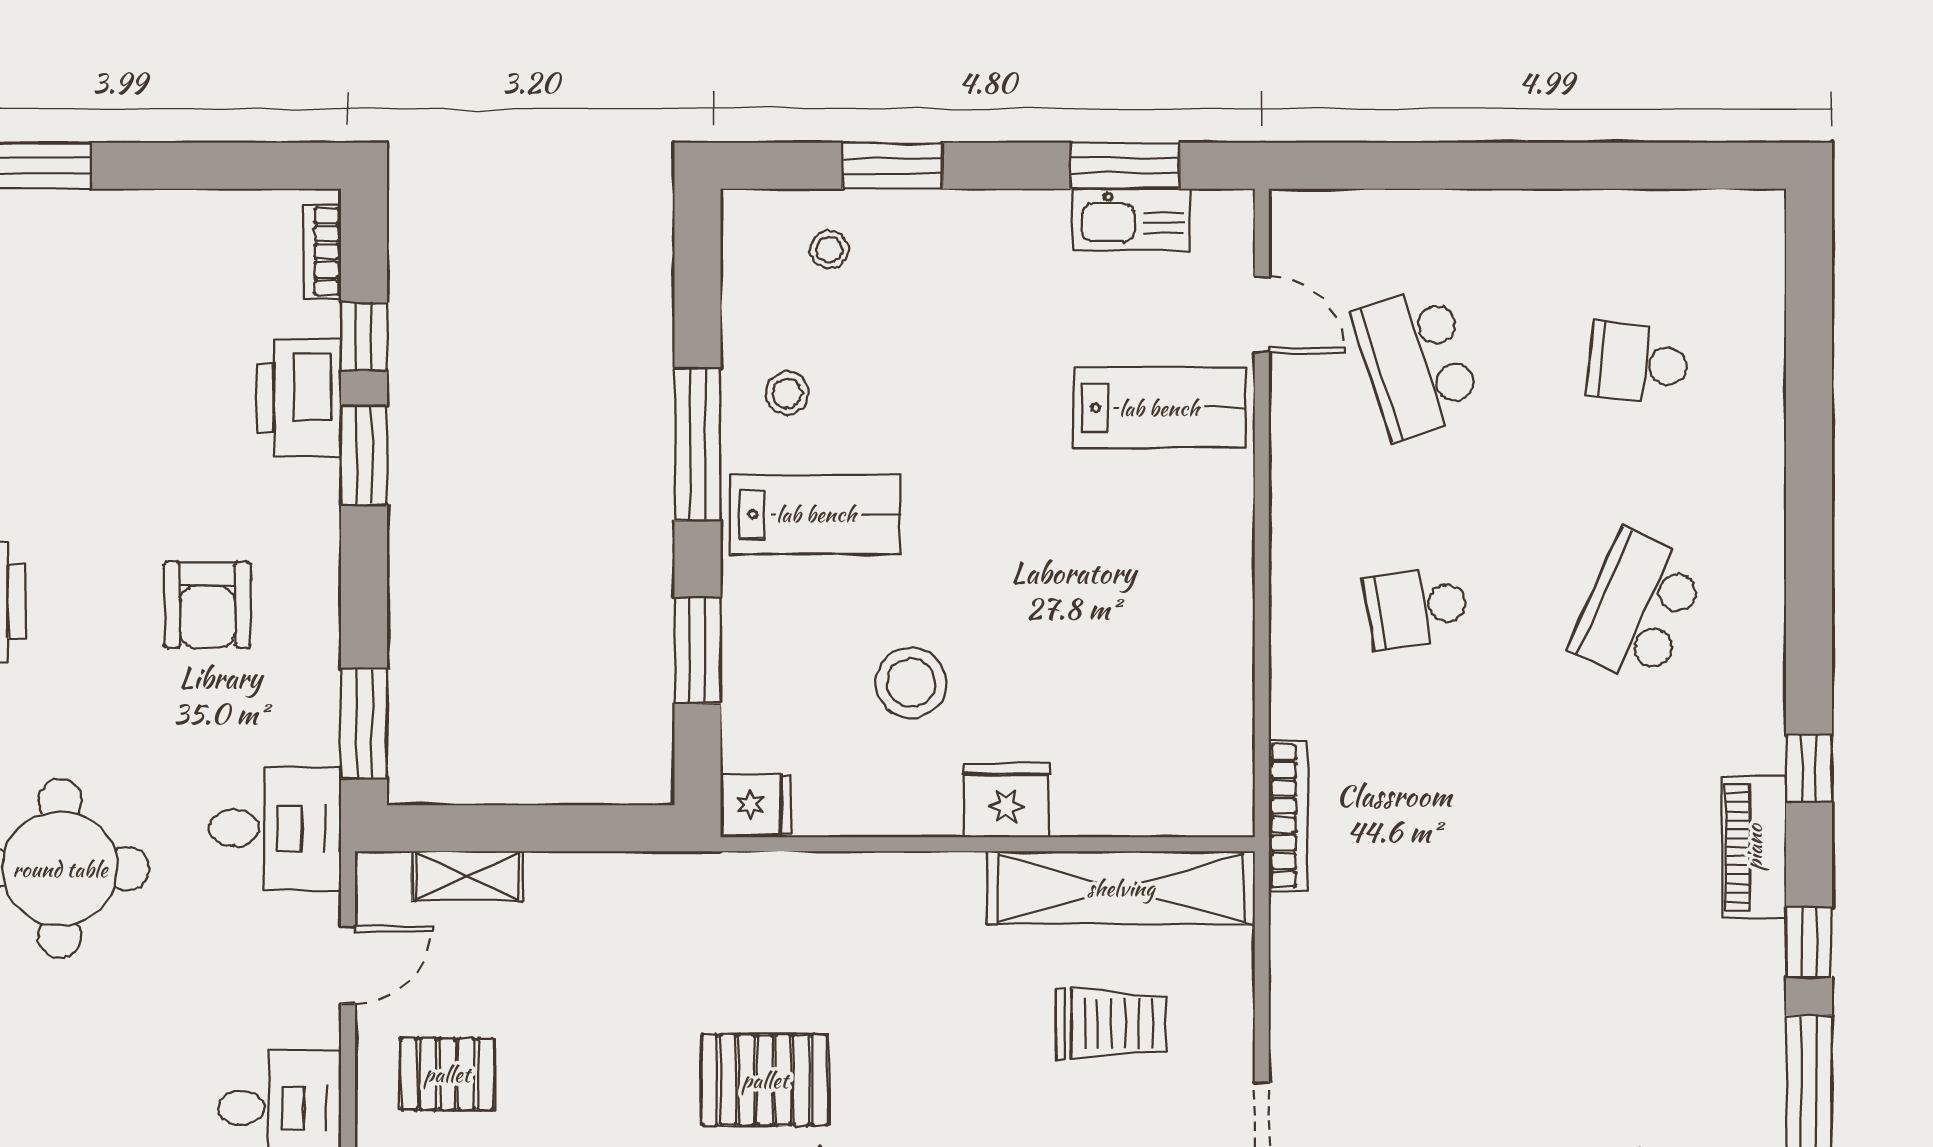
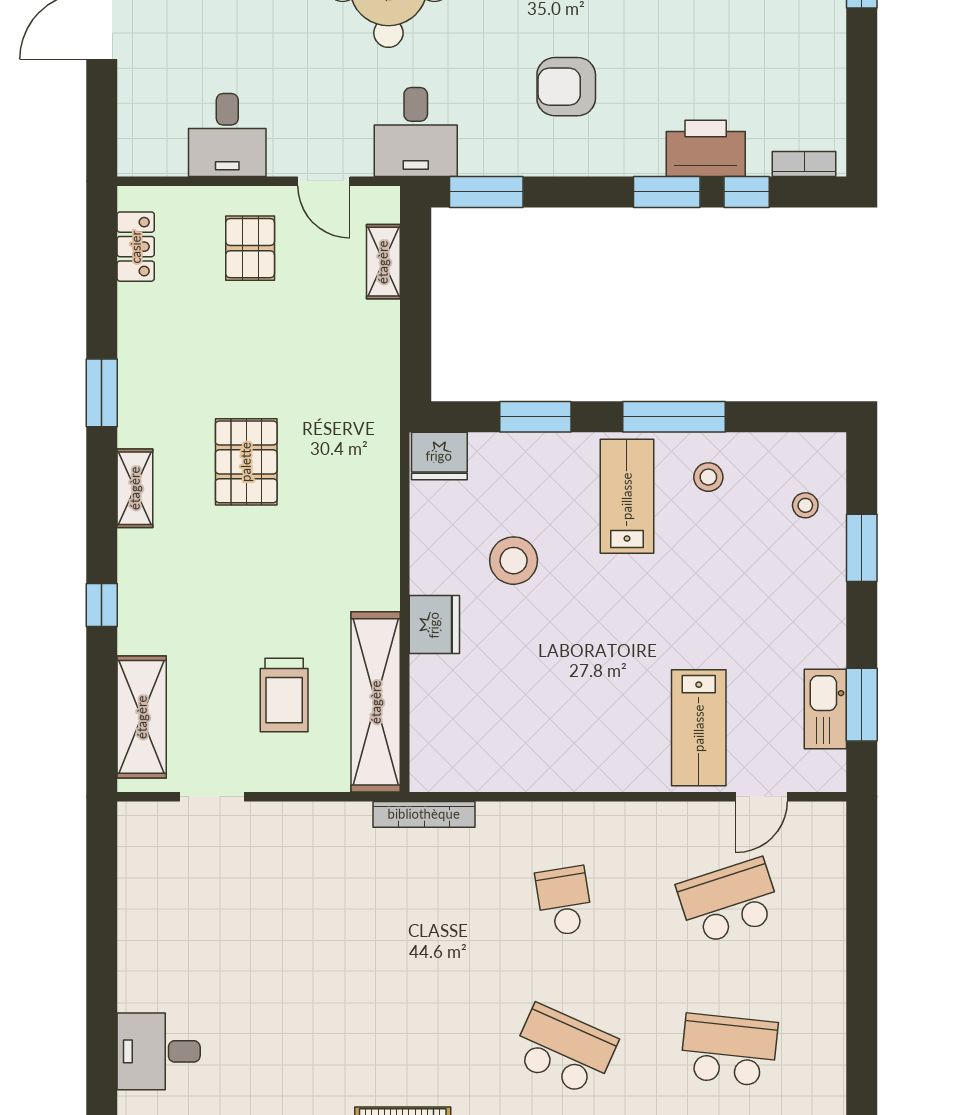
school desk: (1638, 363) -> (729, 1050), width x1.85
lab bench: (816, 514) -> (627, 496), turned 180
fridge: (756, 804) -> (439, 456), width x1.38

